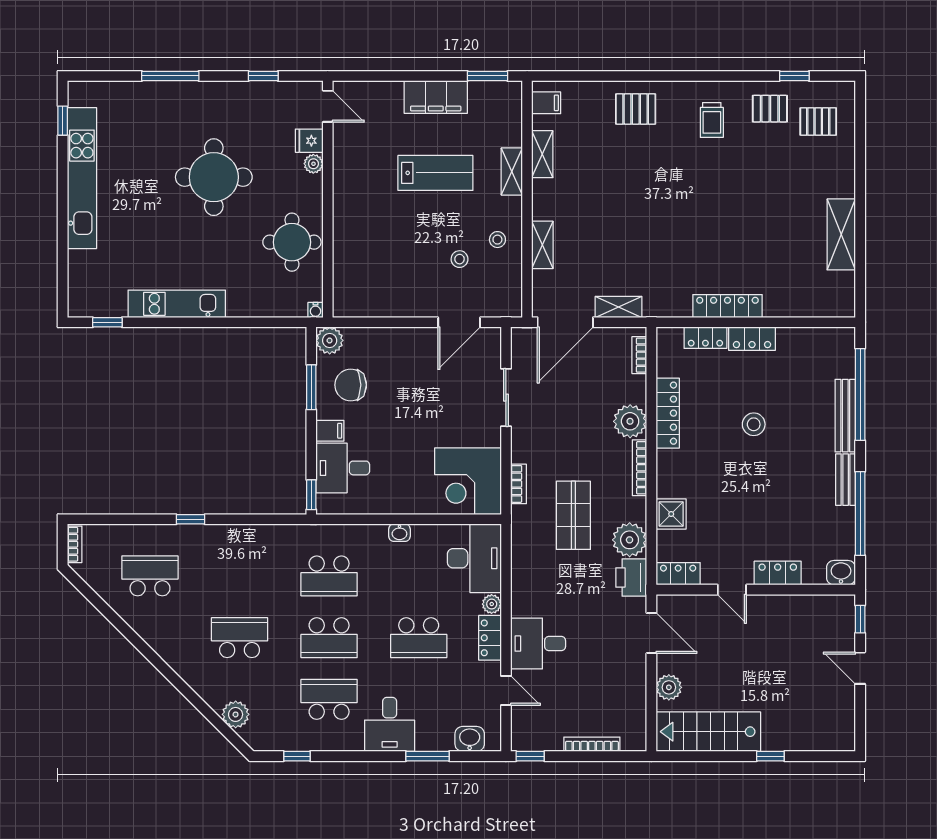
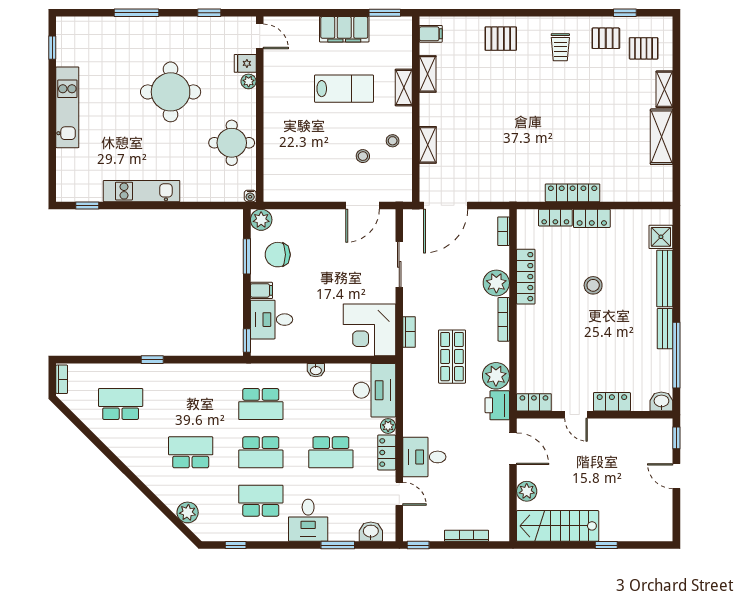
kitchen unit: (82, 178) -> (67, 107), width x0.73
shelving: (619, 307) -> (664, 89), moved, turned 90
window: (860, 394) -> (676, 262), removed
shower: (671, 514) -> (661, 237), moved

